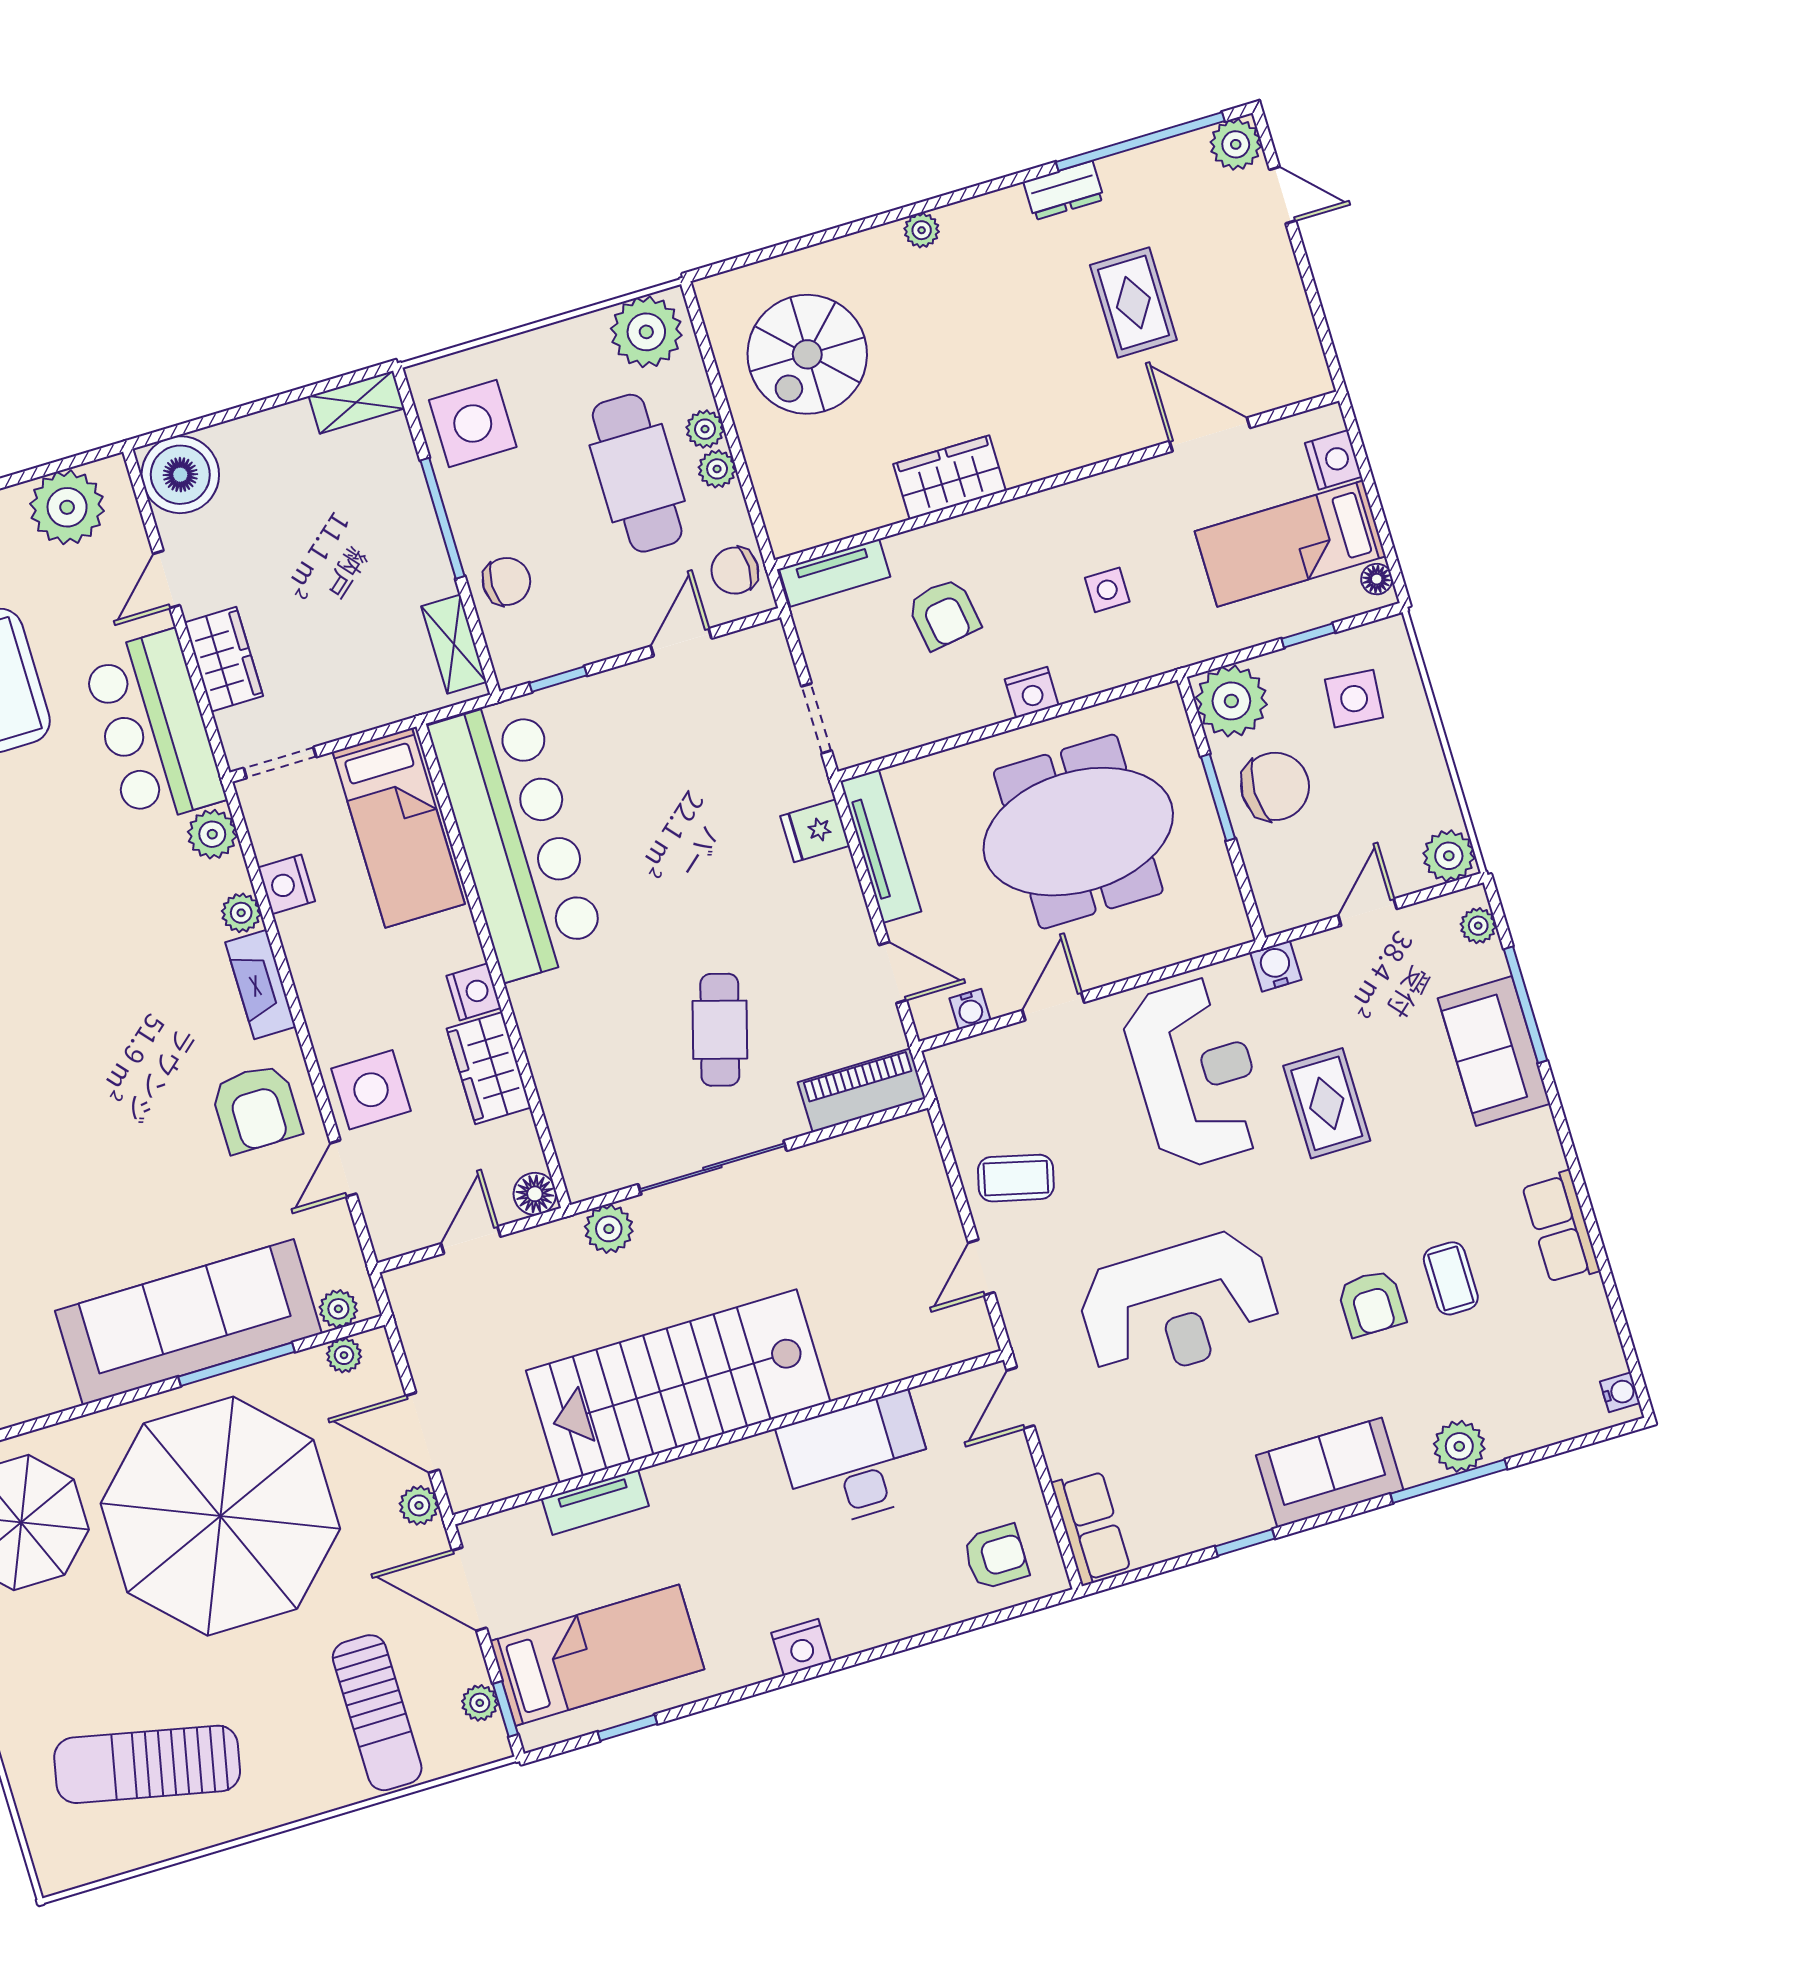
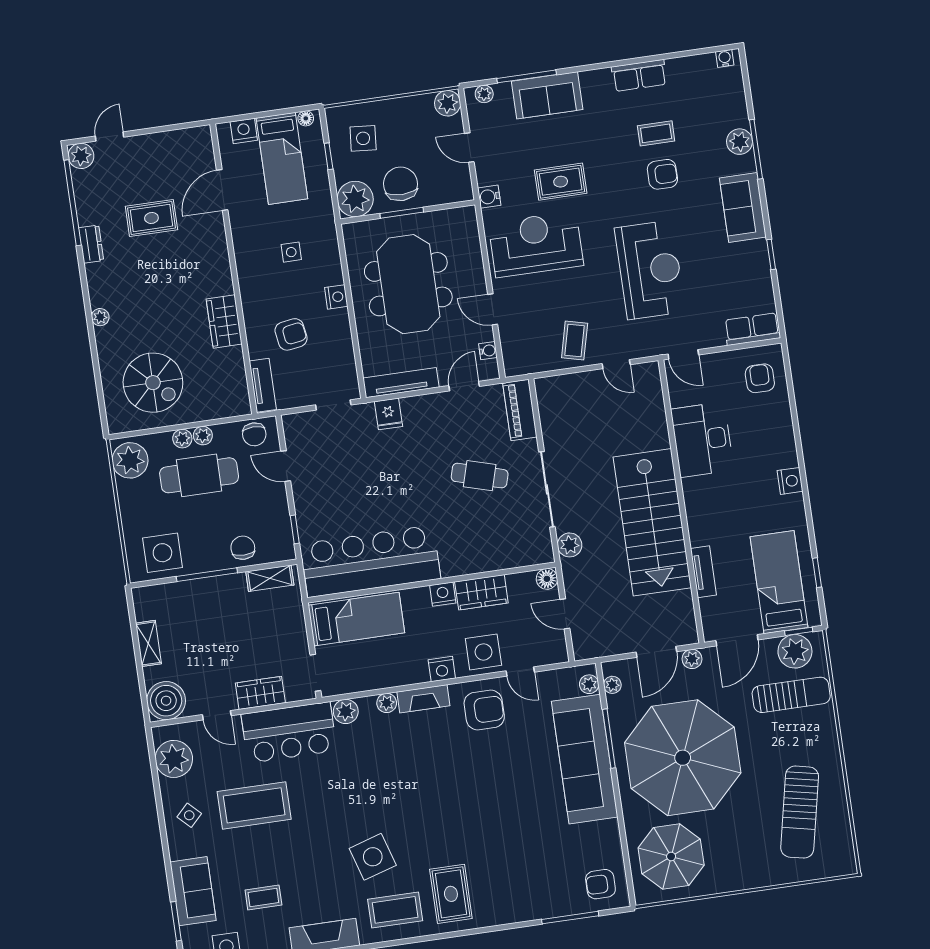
shelving: (357, 402) -> (148, 643), moved
nightstand: (286, 884) -> (442, 669), moved
plant: (480, 1703) -> (795, 651), width x1.88, depth x1.88

